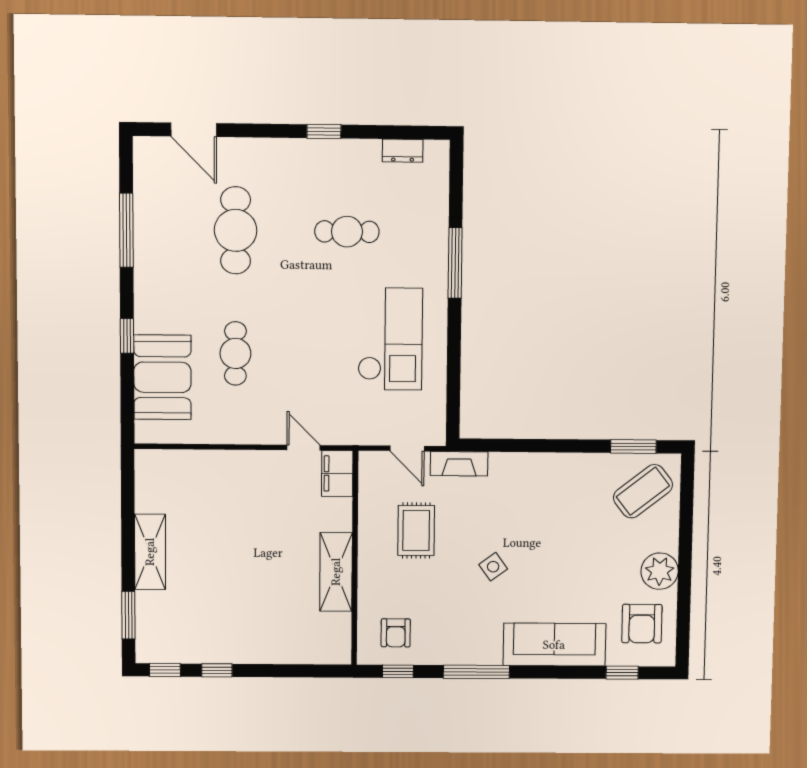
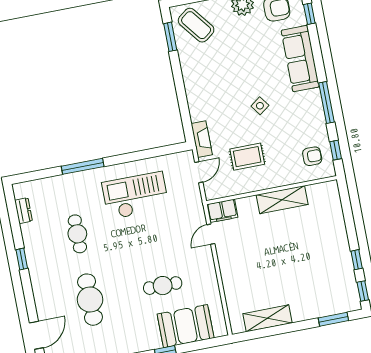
cafe table: (236, 230) -> (90, 300), turned 90
shelving: (150, 552) -> (267, 318), moved

